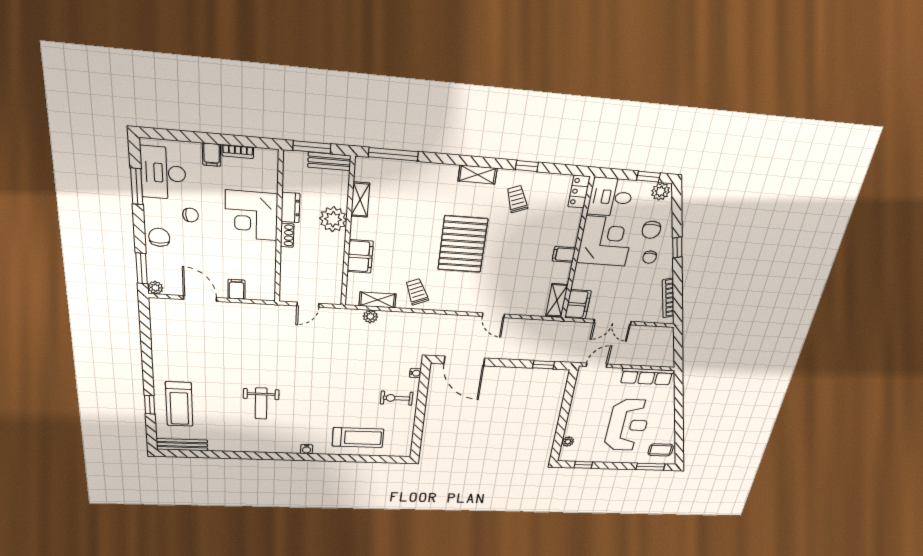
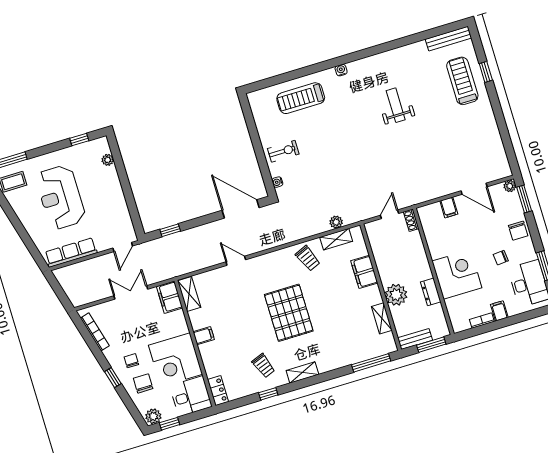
shoe rack: (287, 235) -> (411, 220), moved

